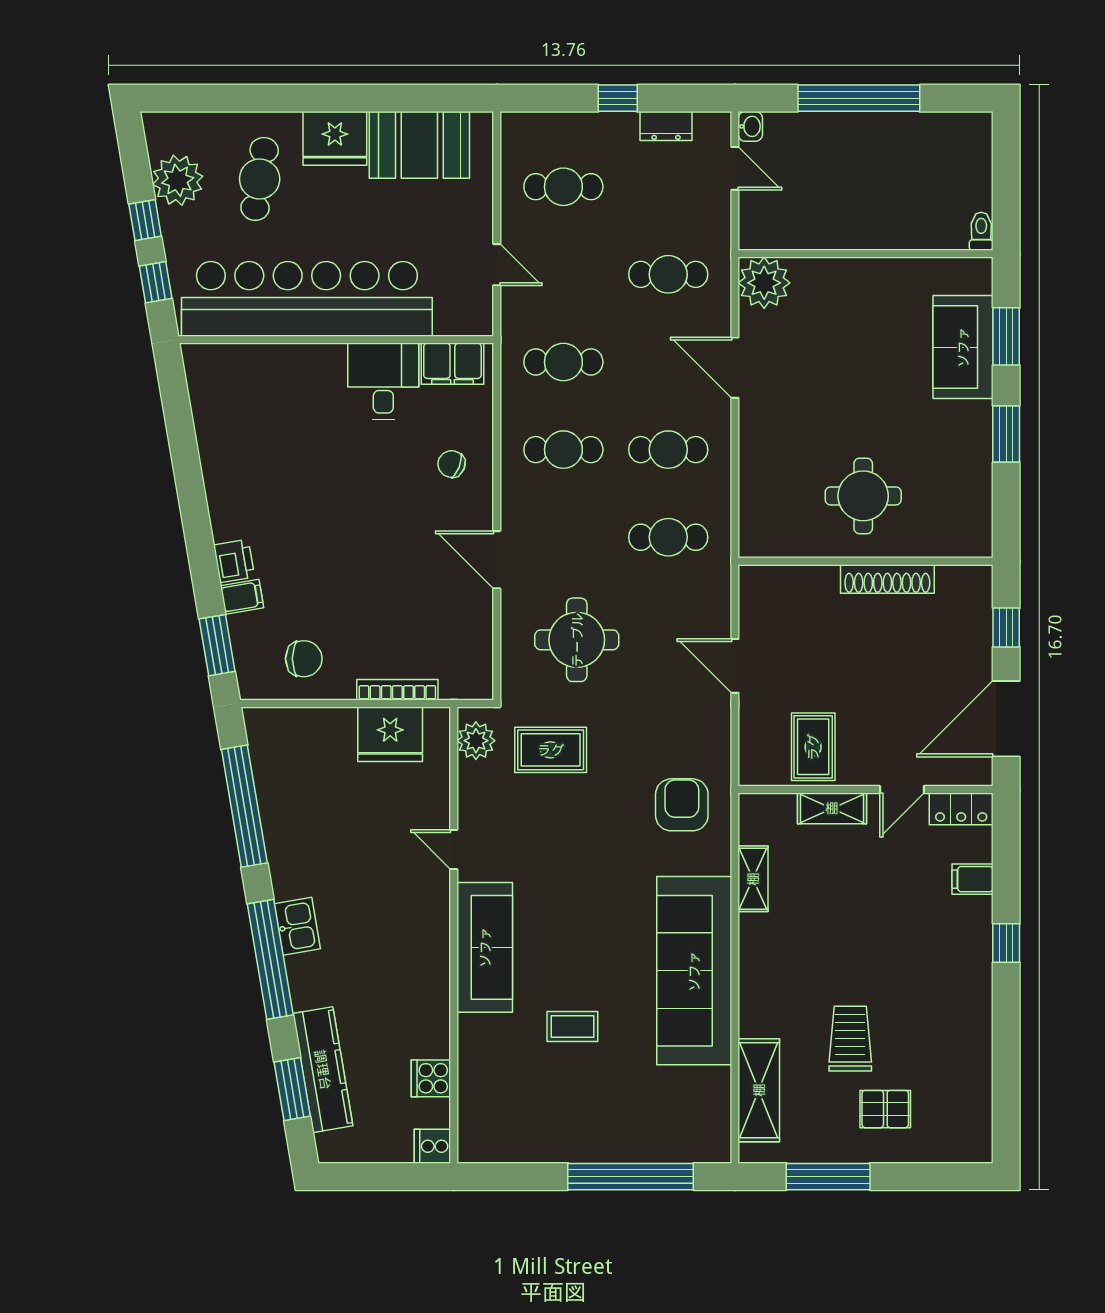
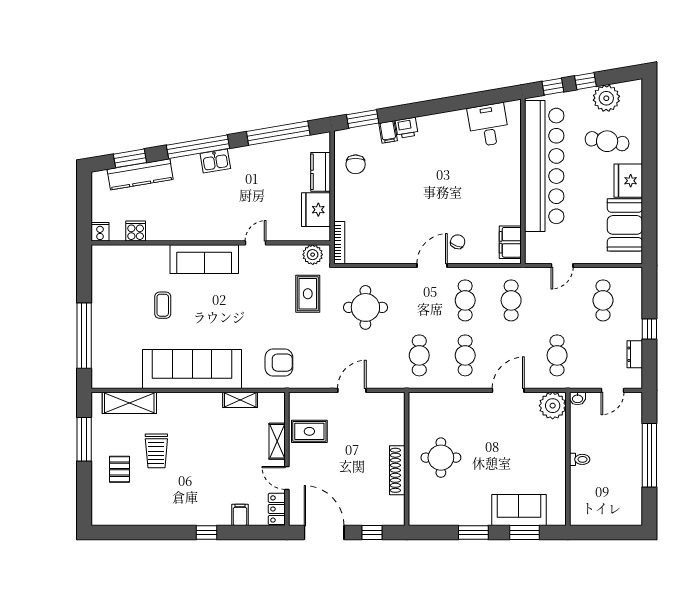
washbasin: (750, 126) -> (577, 398), moved
toilet: (981, 231) -> (580, 459), moved
desk: (383, 381) -> (488, 125), moved, turned -100
door: (497, 560) -> (432, 265), moved
bookcase: (397, 690) -> (339, 243), moved
kitchen counter: (318, 725) -> (321, 172), added
trolley: (850, 1039) -> (156, 451), turned 90

